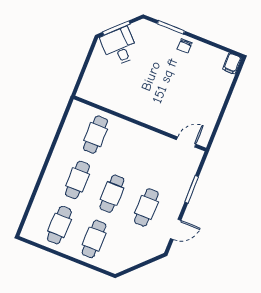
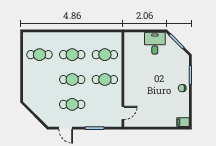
desk: (119, 46) -> (155, 43), moved, turned -45
door: (186, 142) -> (123, 113), hinge flipped
cafe table: (94, 239) -> (105, 80), moved

